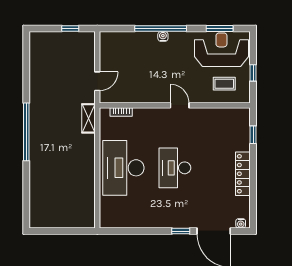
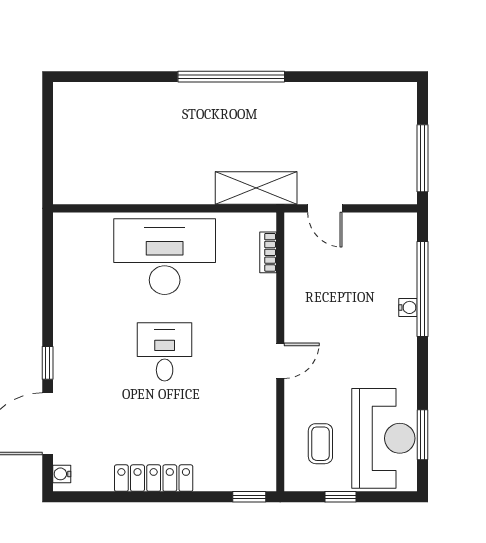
window: (70, 29) -> (422, 158), width x2.17
window: (161, 29) -> (422, 289), moved
water cooler: (163, 36) -> (408, 307), moved
shelving: (89, 118) -> (256, 188), width x1.50, depth x1.33
window: (253, 135) -> (249, 497), moved
desk: (175, 168) -> (165, 352), width x0.73

